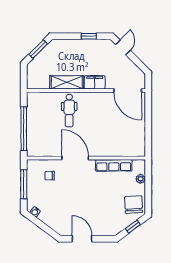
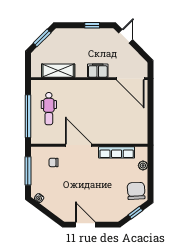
shelving: (67, 82) -> (58, 71), moved
dental chair: (69, 111) -> (49, 109), moved

